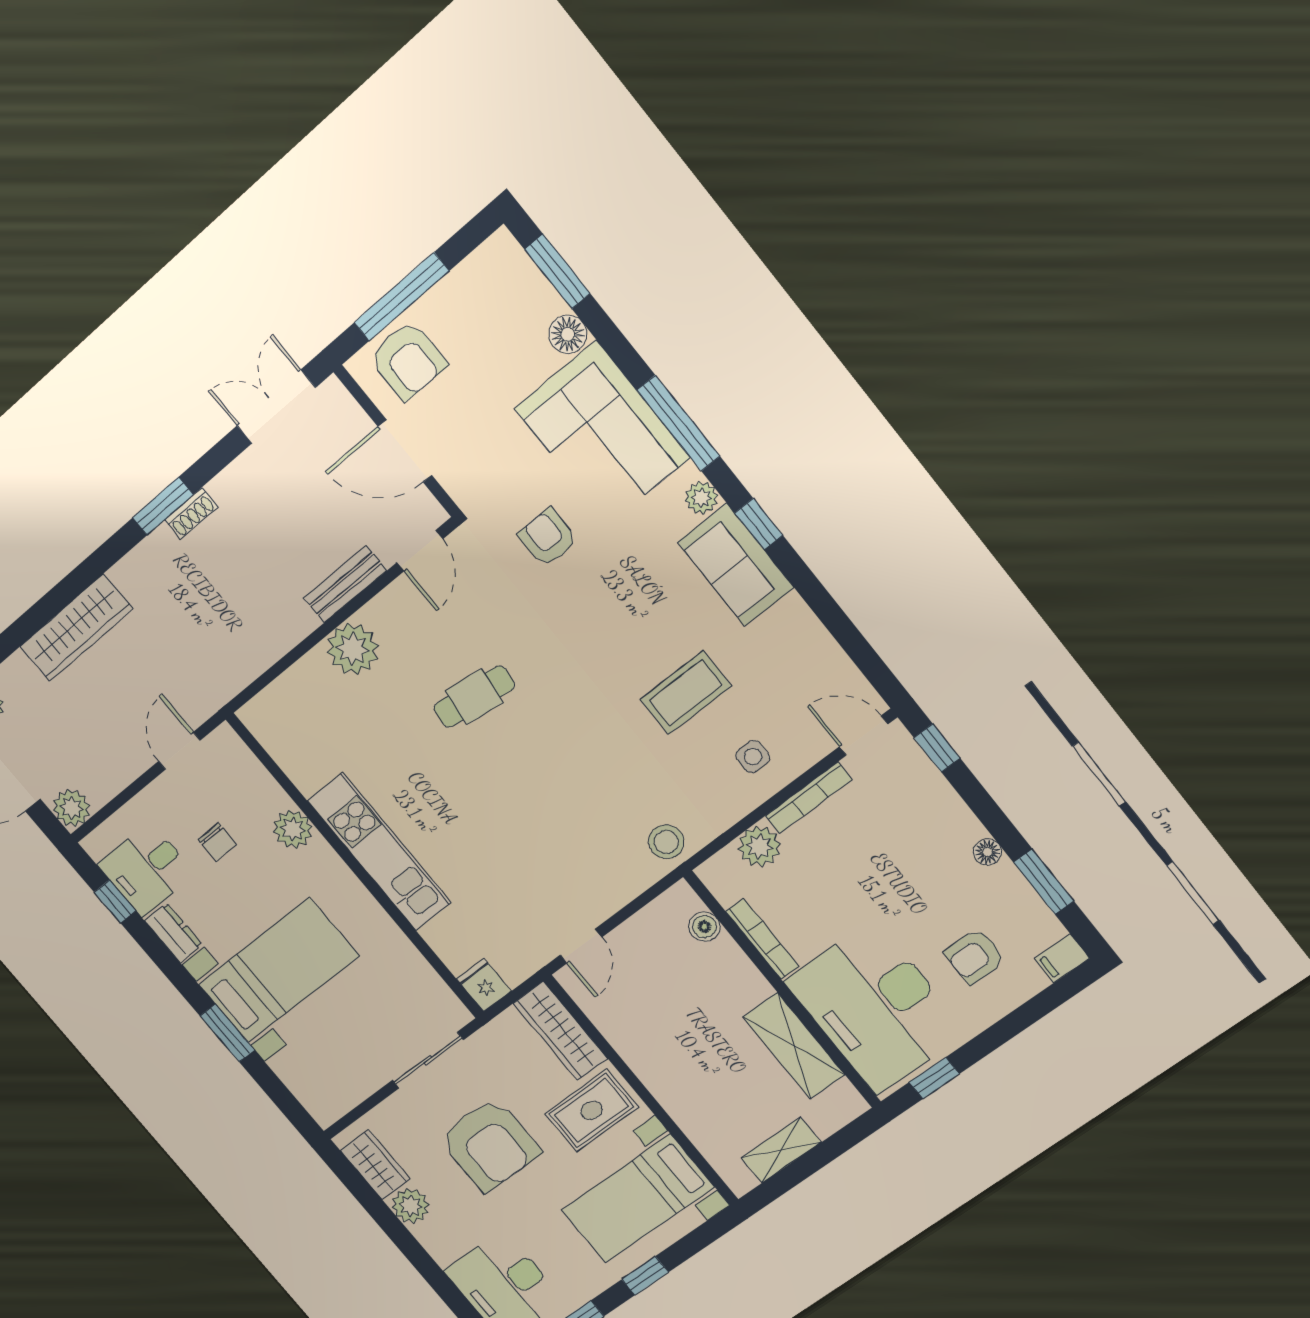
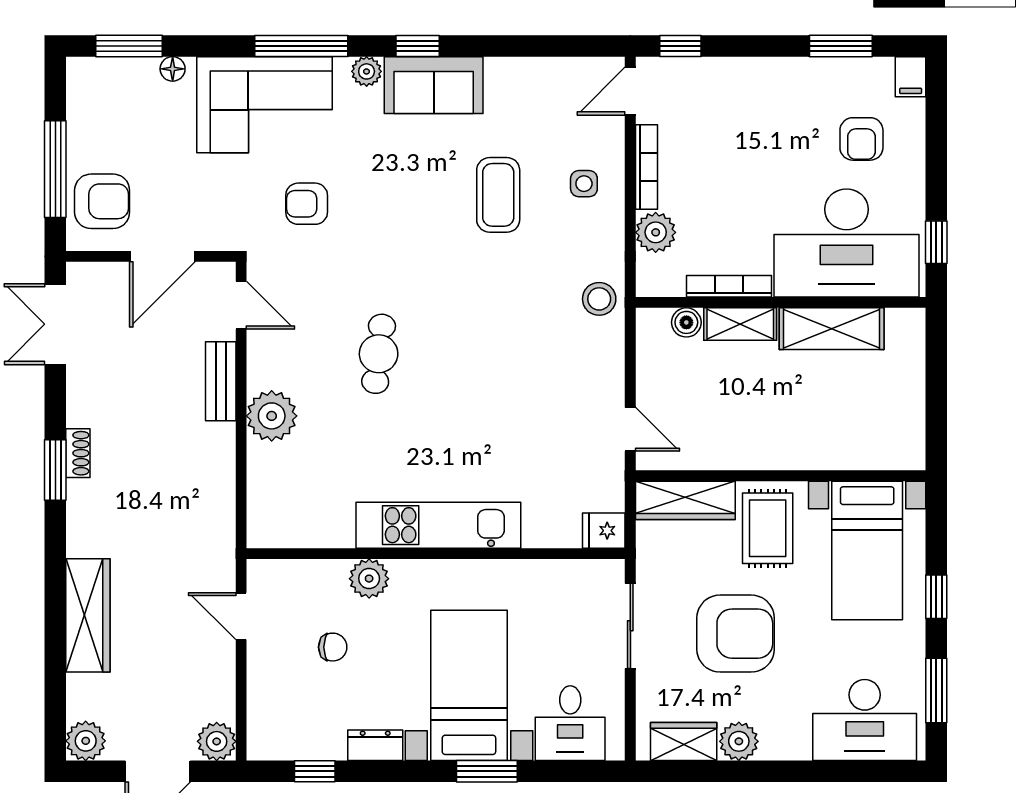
floor lamp: (568, 334) -> (173, 69), width x0.73, depth x0.73
floor lamp: (988, 852) -> (787, 69), removed
desk: (146, 869) -> (570, 723), moved
shelving: (781, 1150) -> (740, 324), moved, turned 90

